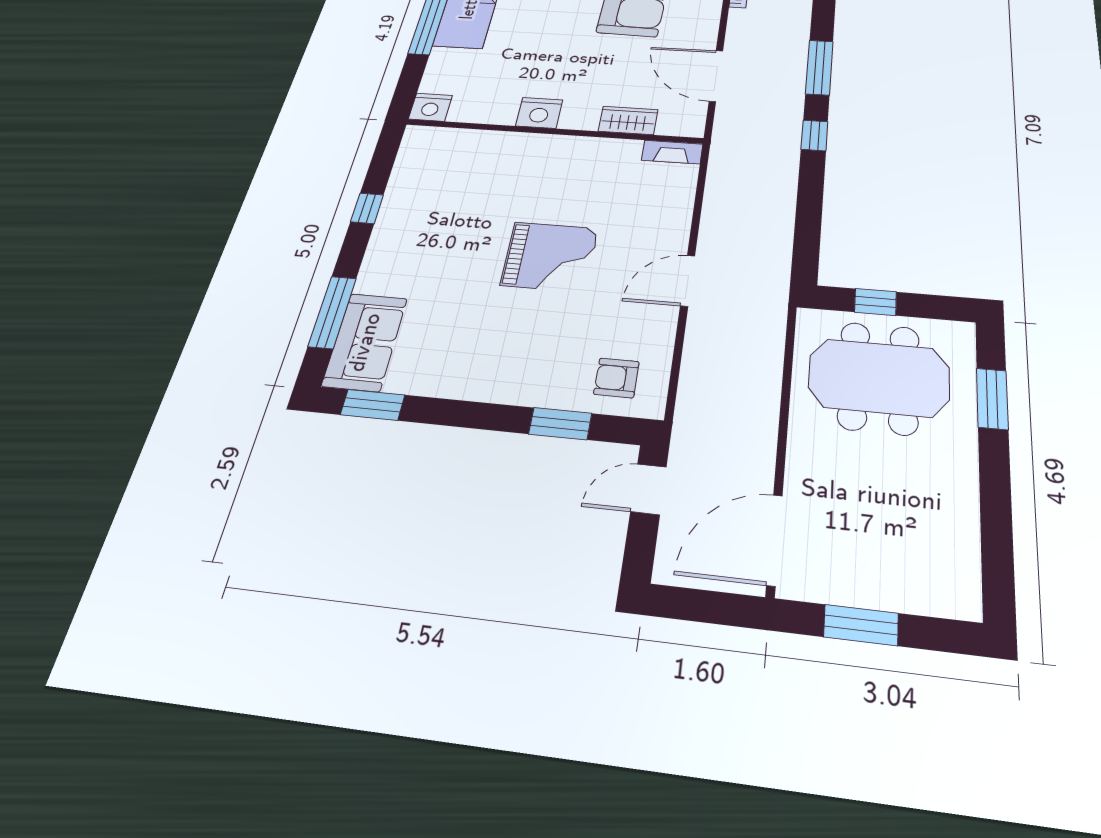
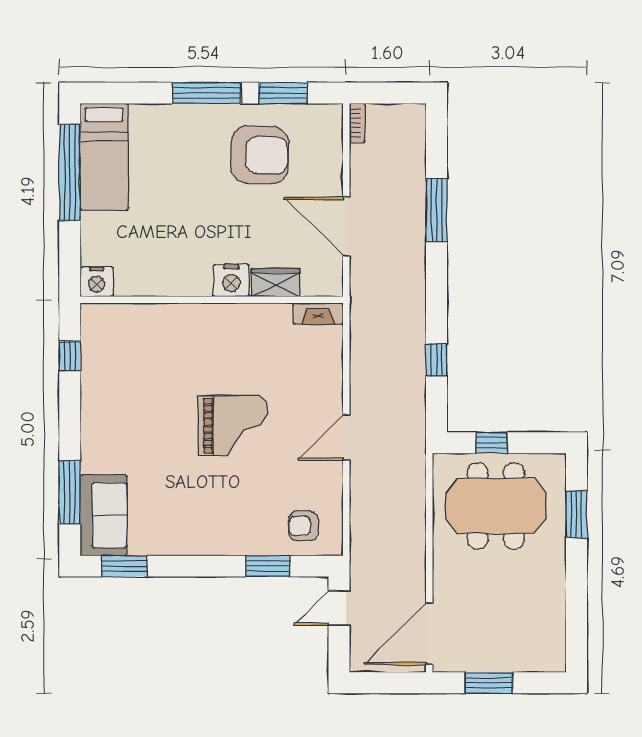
nightstand: (539, 113) -> (231, 280), moved
window: (814, 135) -> (437, 360), moved
window: (367, 208) -> (70, 356), moved

